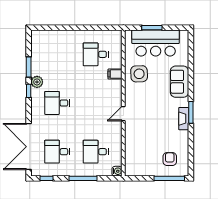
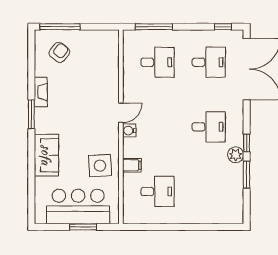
fireplace: (184, 119) -> (41, 92), moved
armchair: (170, 159) -> (59, 52), turned -142
water cooler: (117, 171) -> (129, 131), moved
window: (83, 178) -> (154, 27), moved

